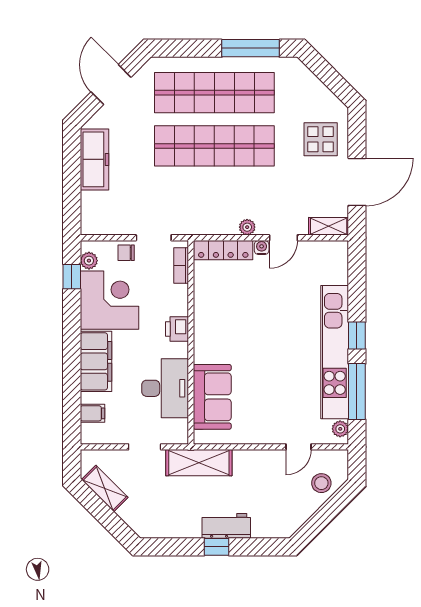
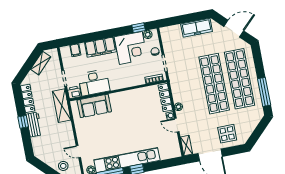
printer: (177, 329) -> (74, 92), moved
locker: (171, 529) -> (28, 98), added

